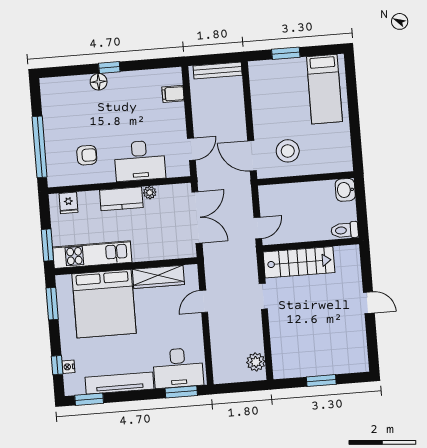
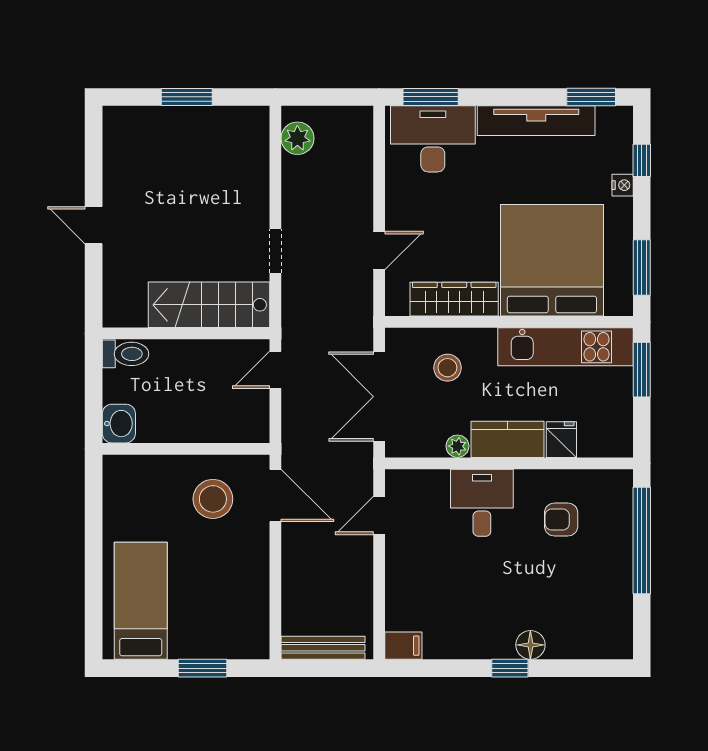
filing cabinet: (173, 94) -> (403, 646), moved
desk: (140, 161) -> (482, 503), width x0.73
fridge: (69, 203) -> (561, 440), moved
stool: (159, 237) -> (447, 368), added
nightstand: (68, 367) -> (623, 185), moved

